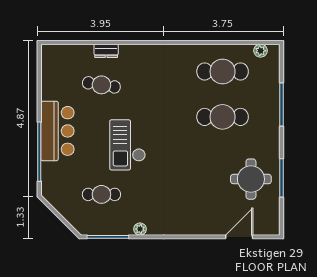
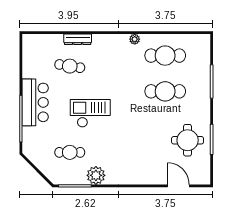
dresser: (106, 51) -> (78, 39), width x1.44
plant: (261, 51) -> (135, 39), moved
checkout: (127, 145) -> (90, 113), turned 90
plant: (140, 229) -> (96, 175), width x1.88, depth x1.88
door: (239, 237) -> (178, 186), hinge flipped

